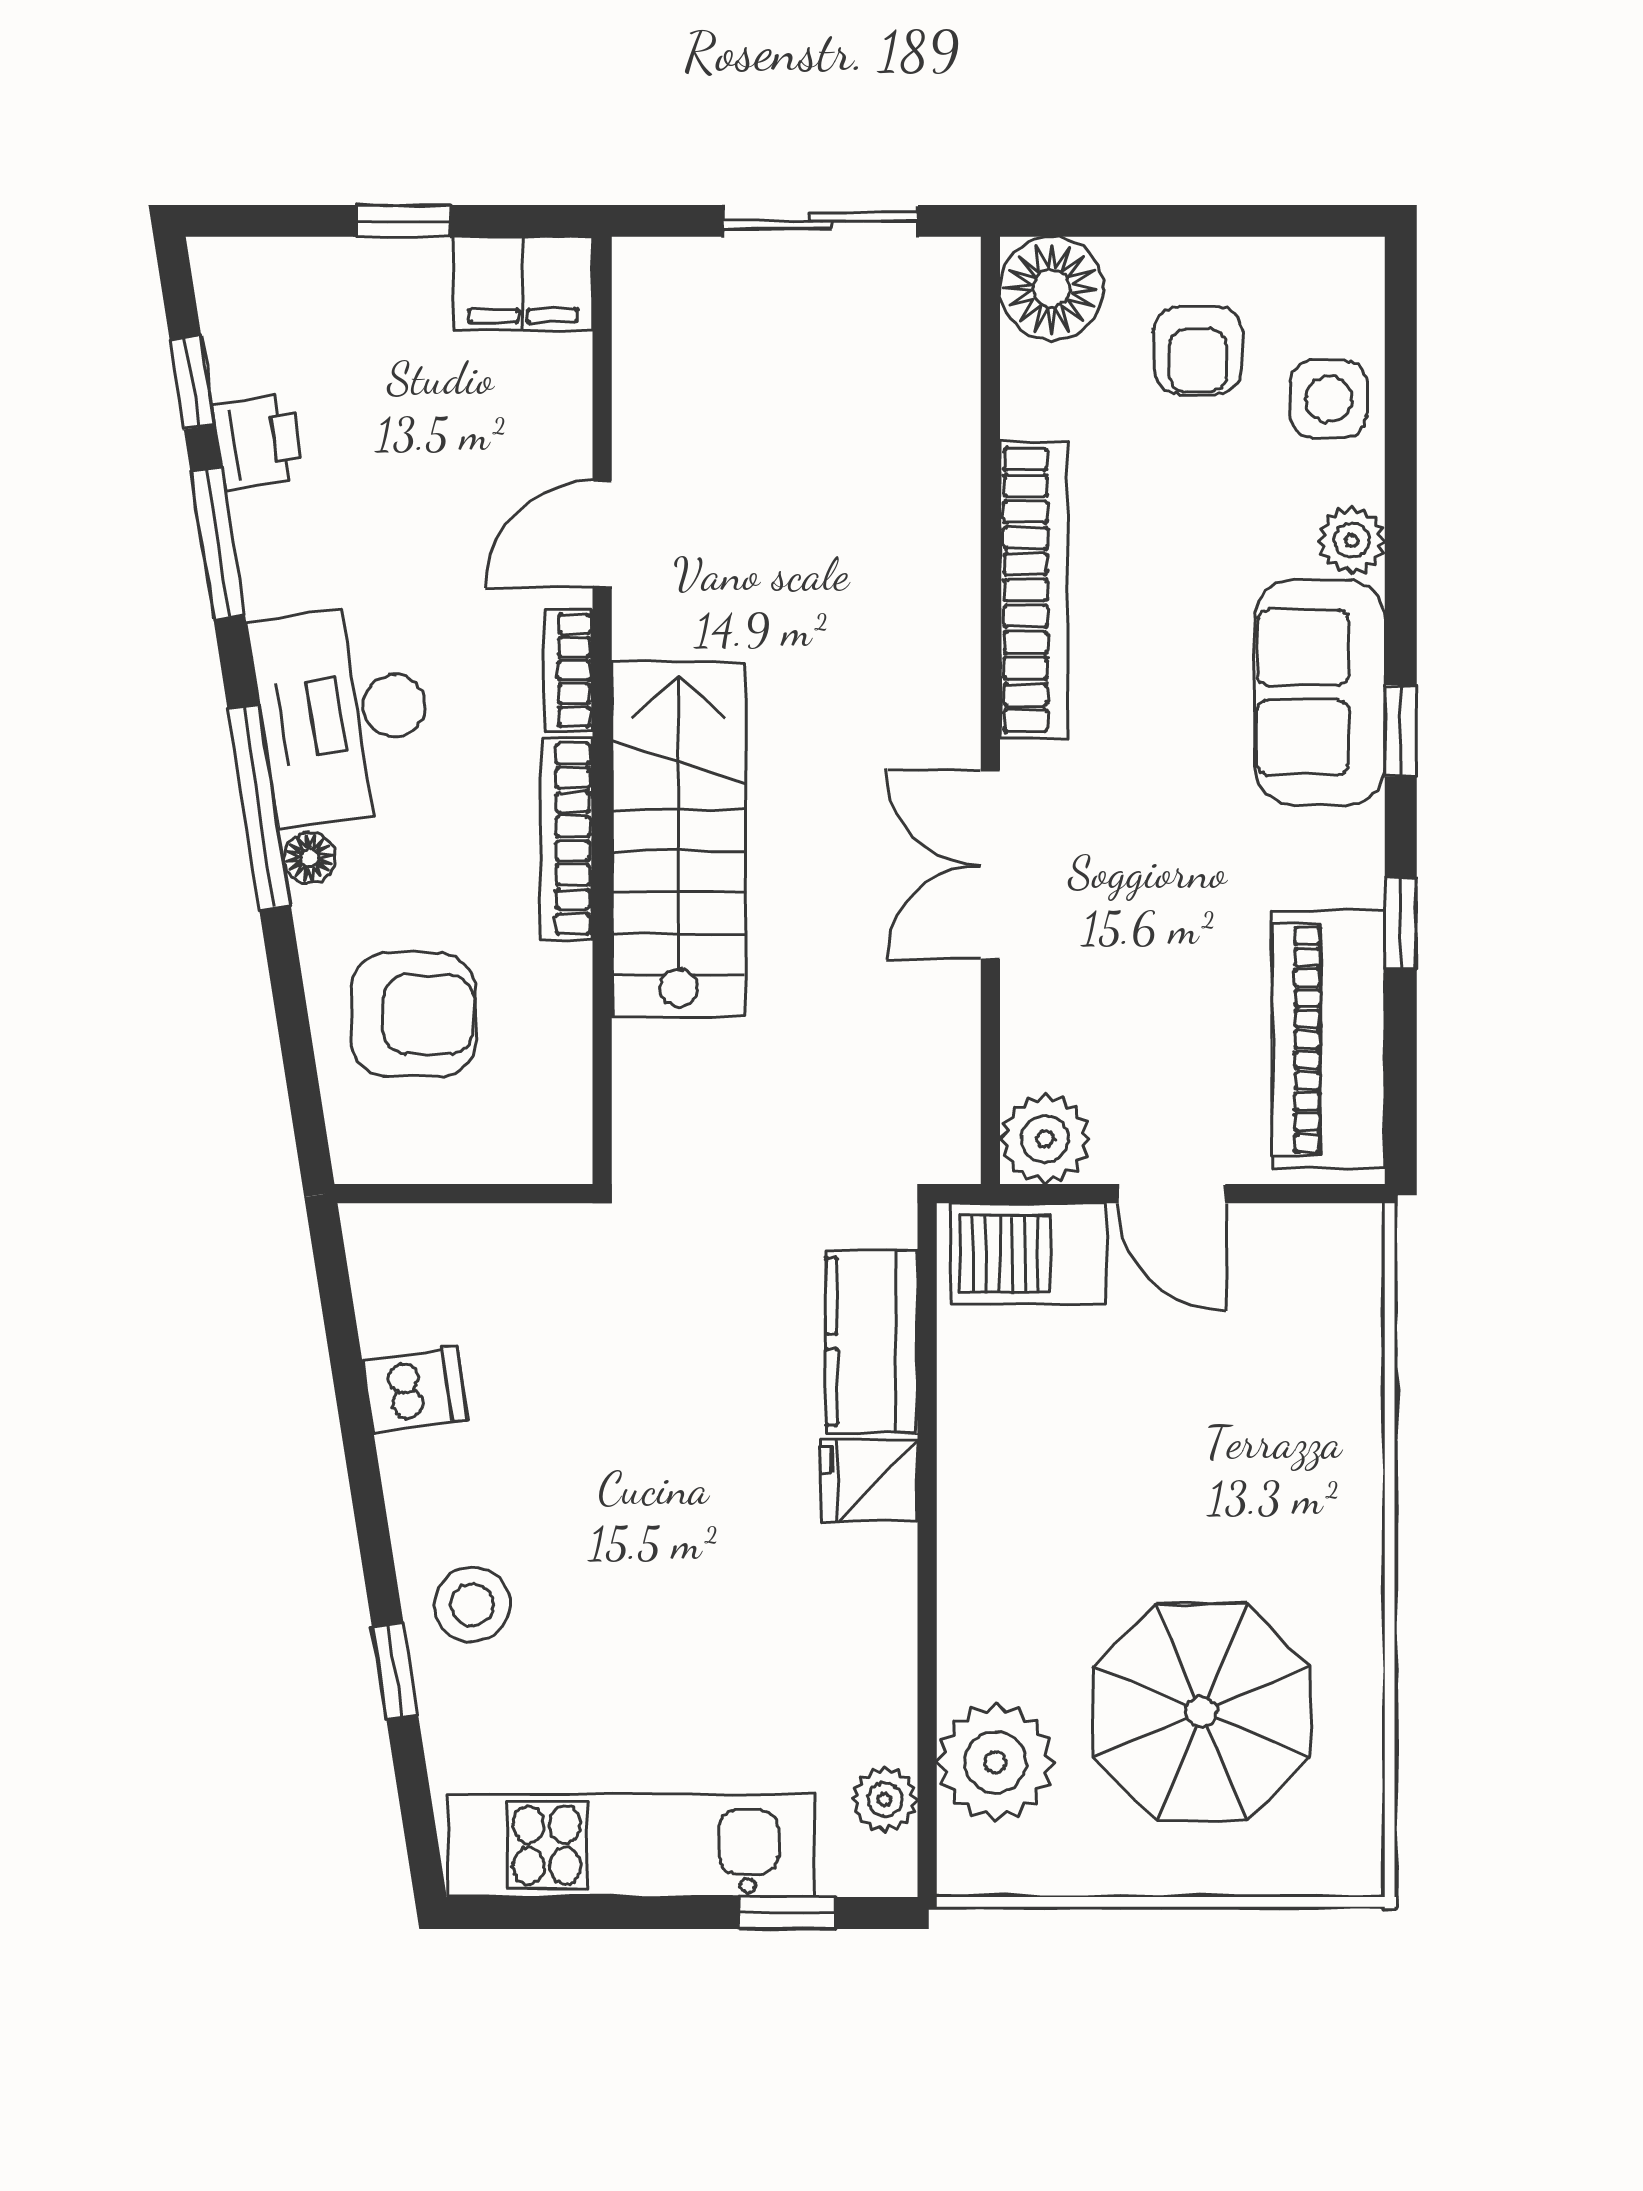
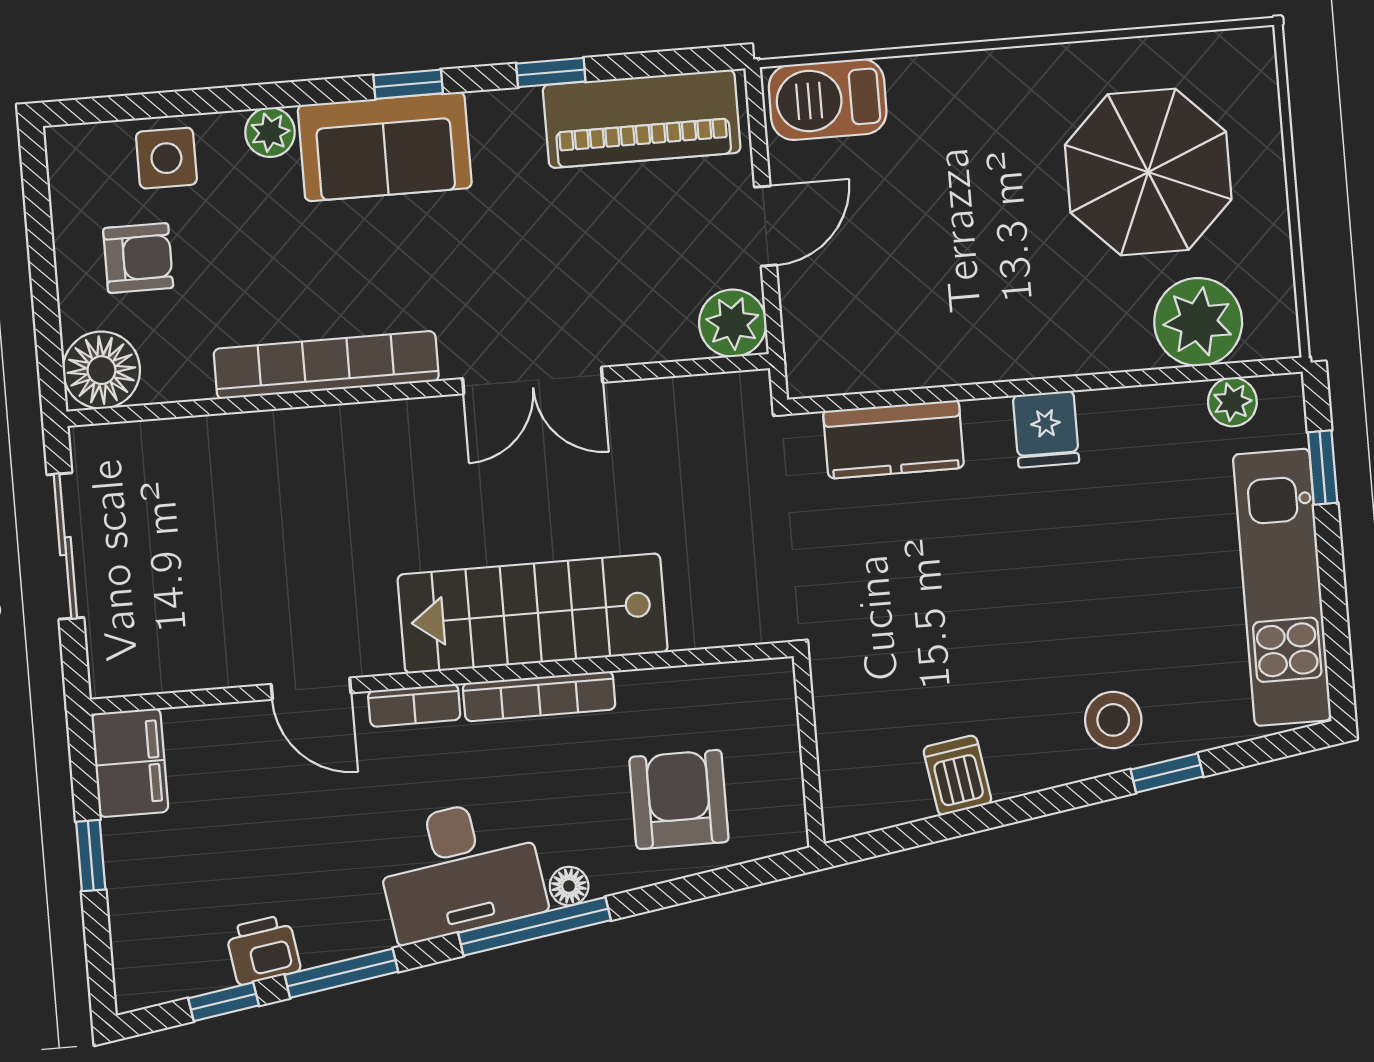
barbecue: (1029, 1254) -> (828, 99), moved, turned 90
fridge: (869, 1480) -> (1046, 429), moved

